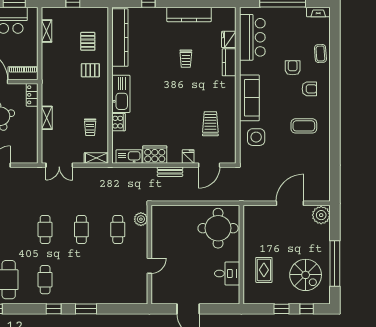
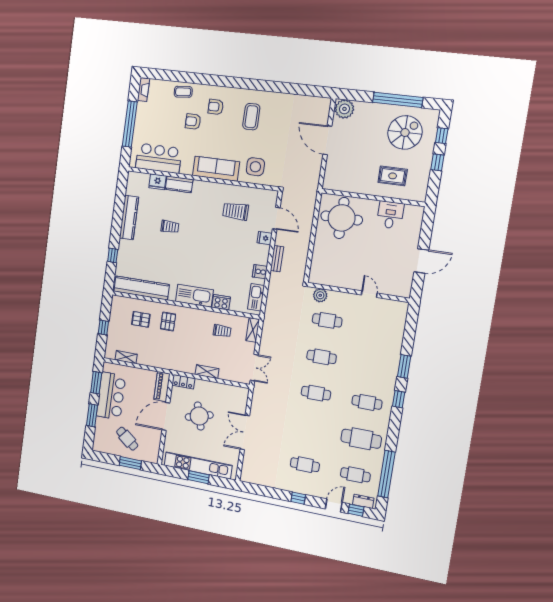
armchair: (309, 89) -> (216, 107), turned -90
cooker: (155, 155) -> (260, 272), width x0.53, depth x0.76

